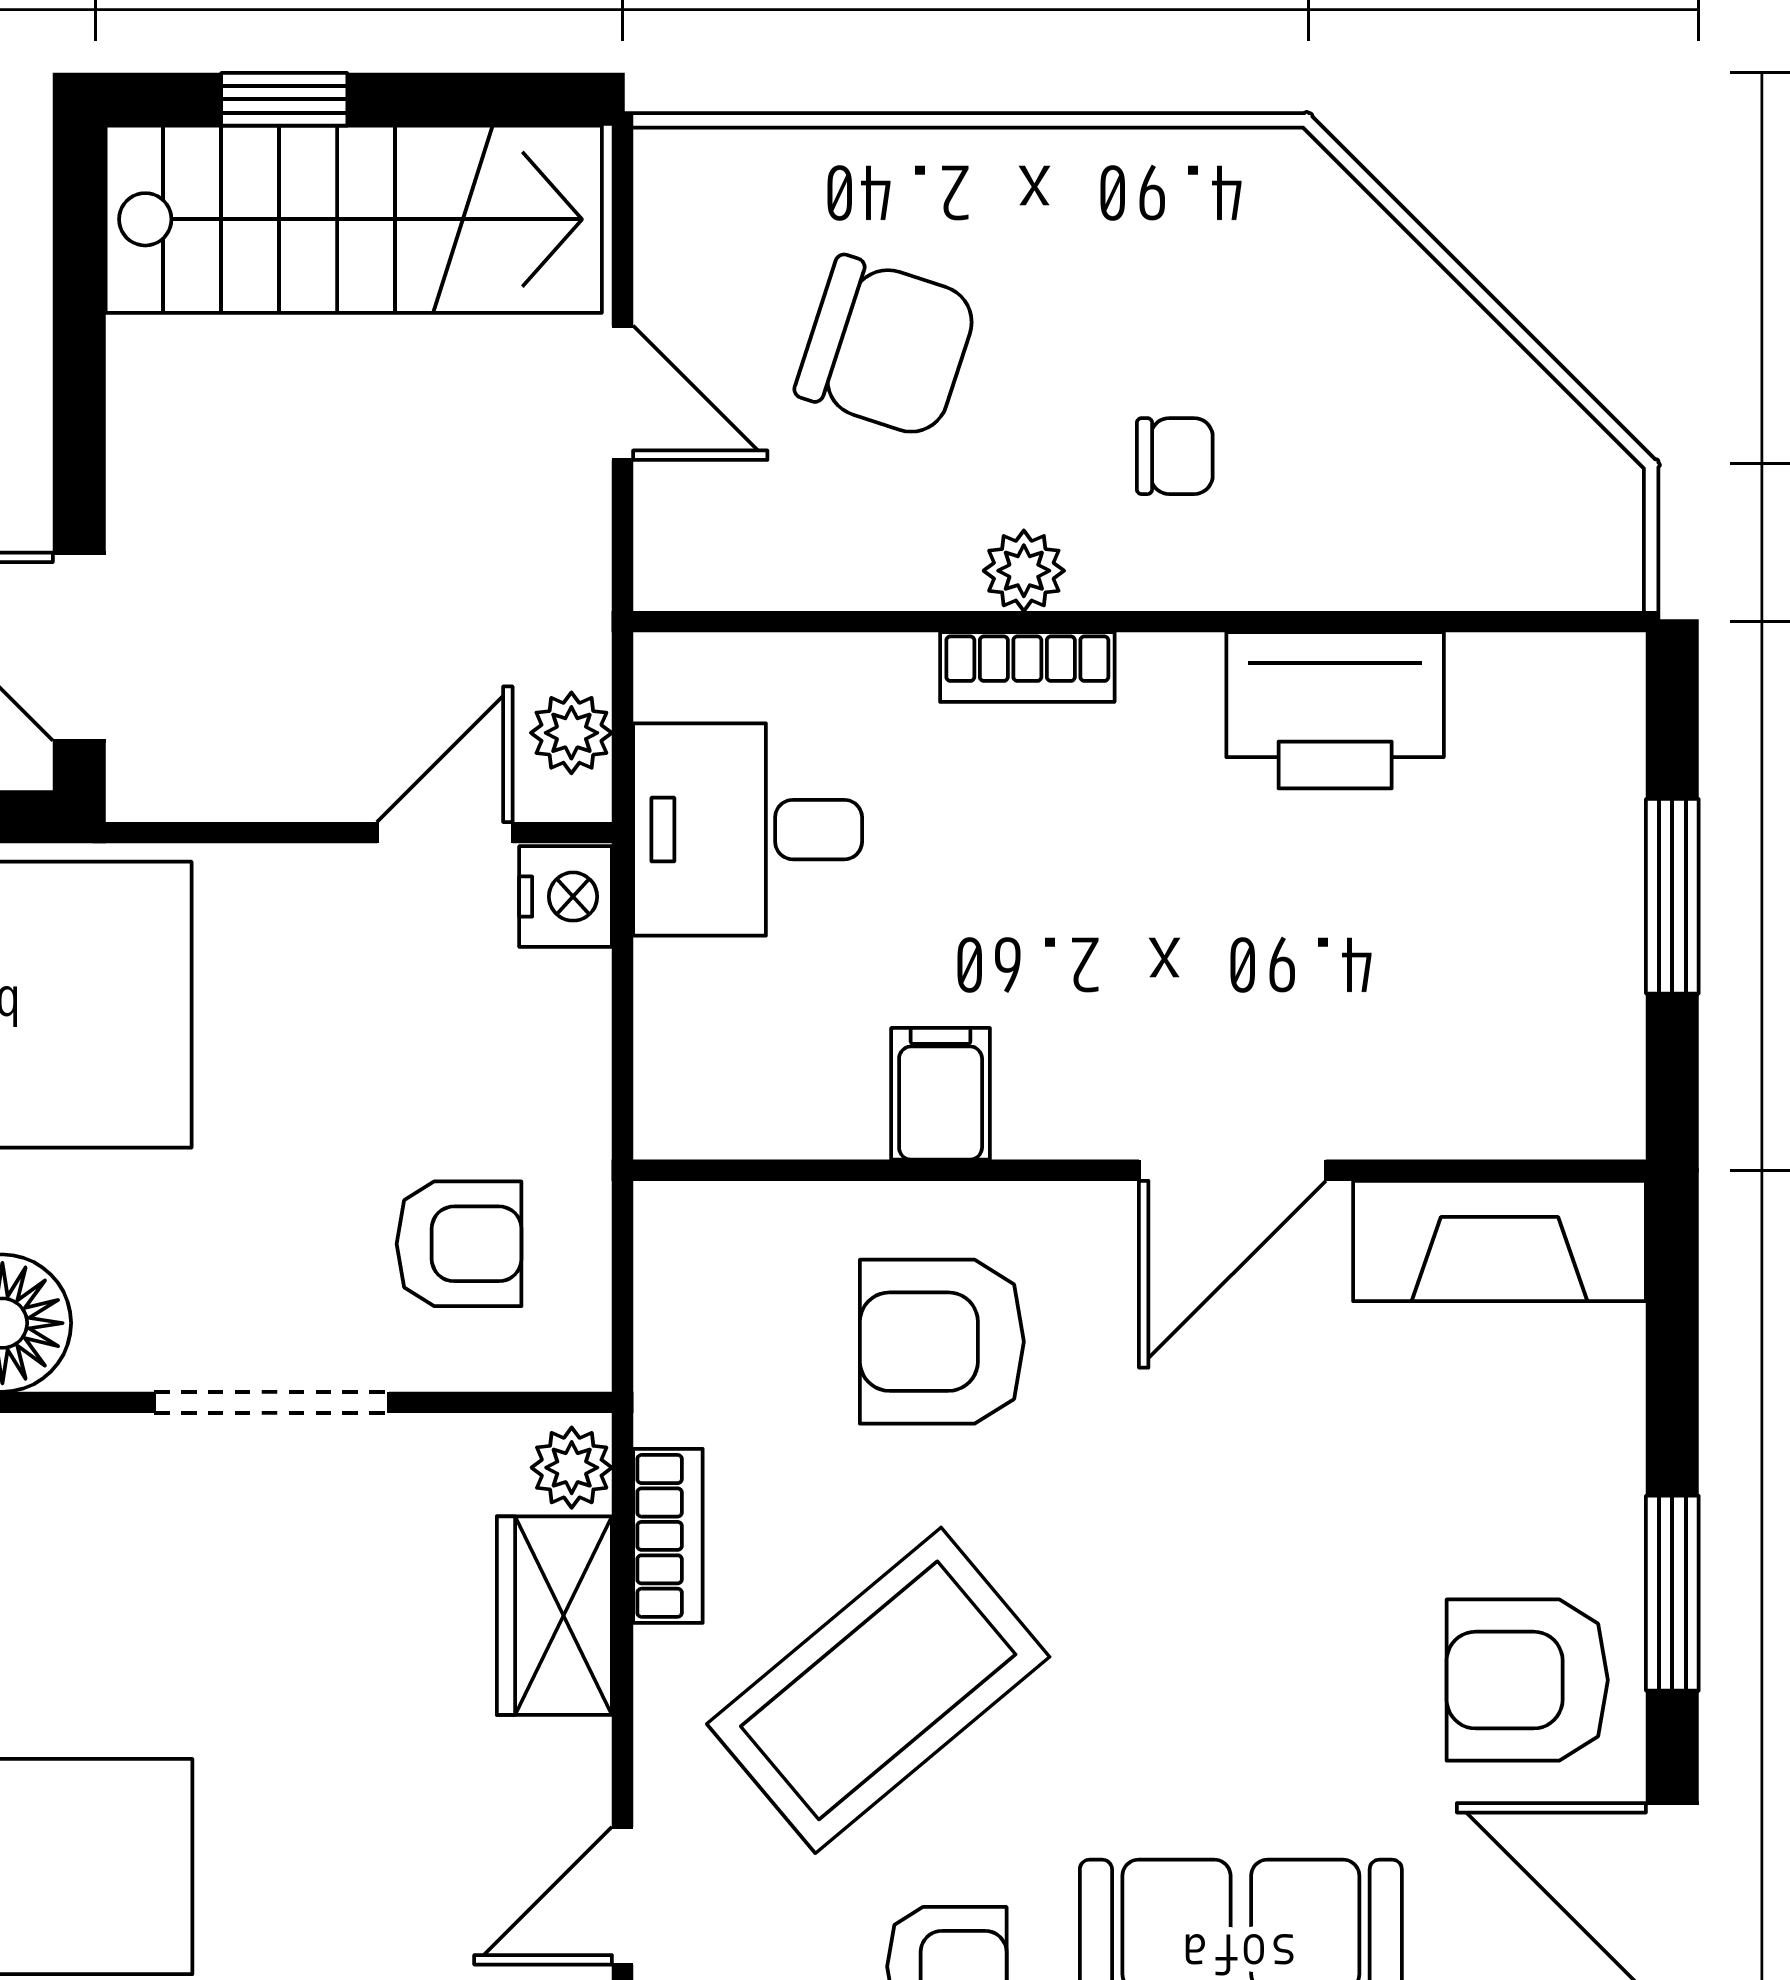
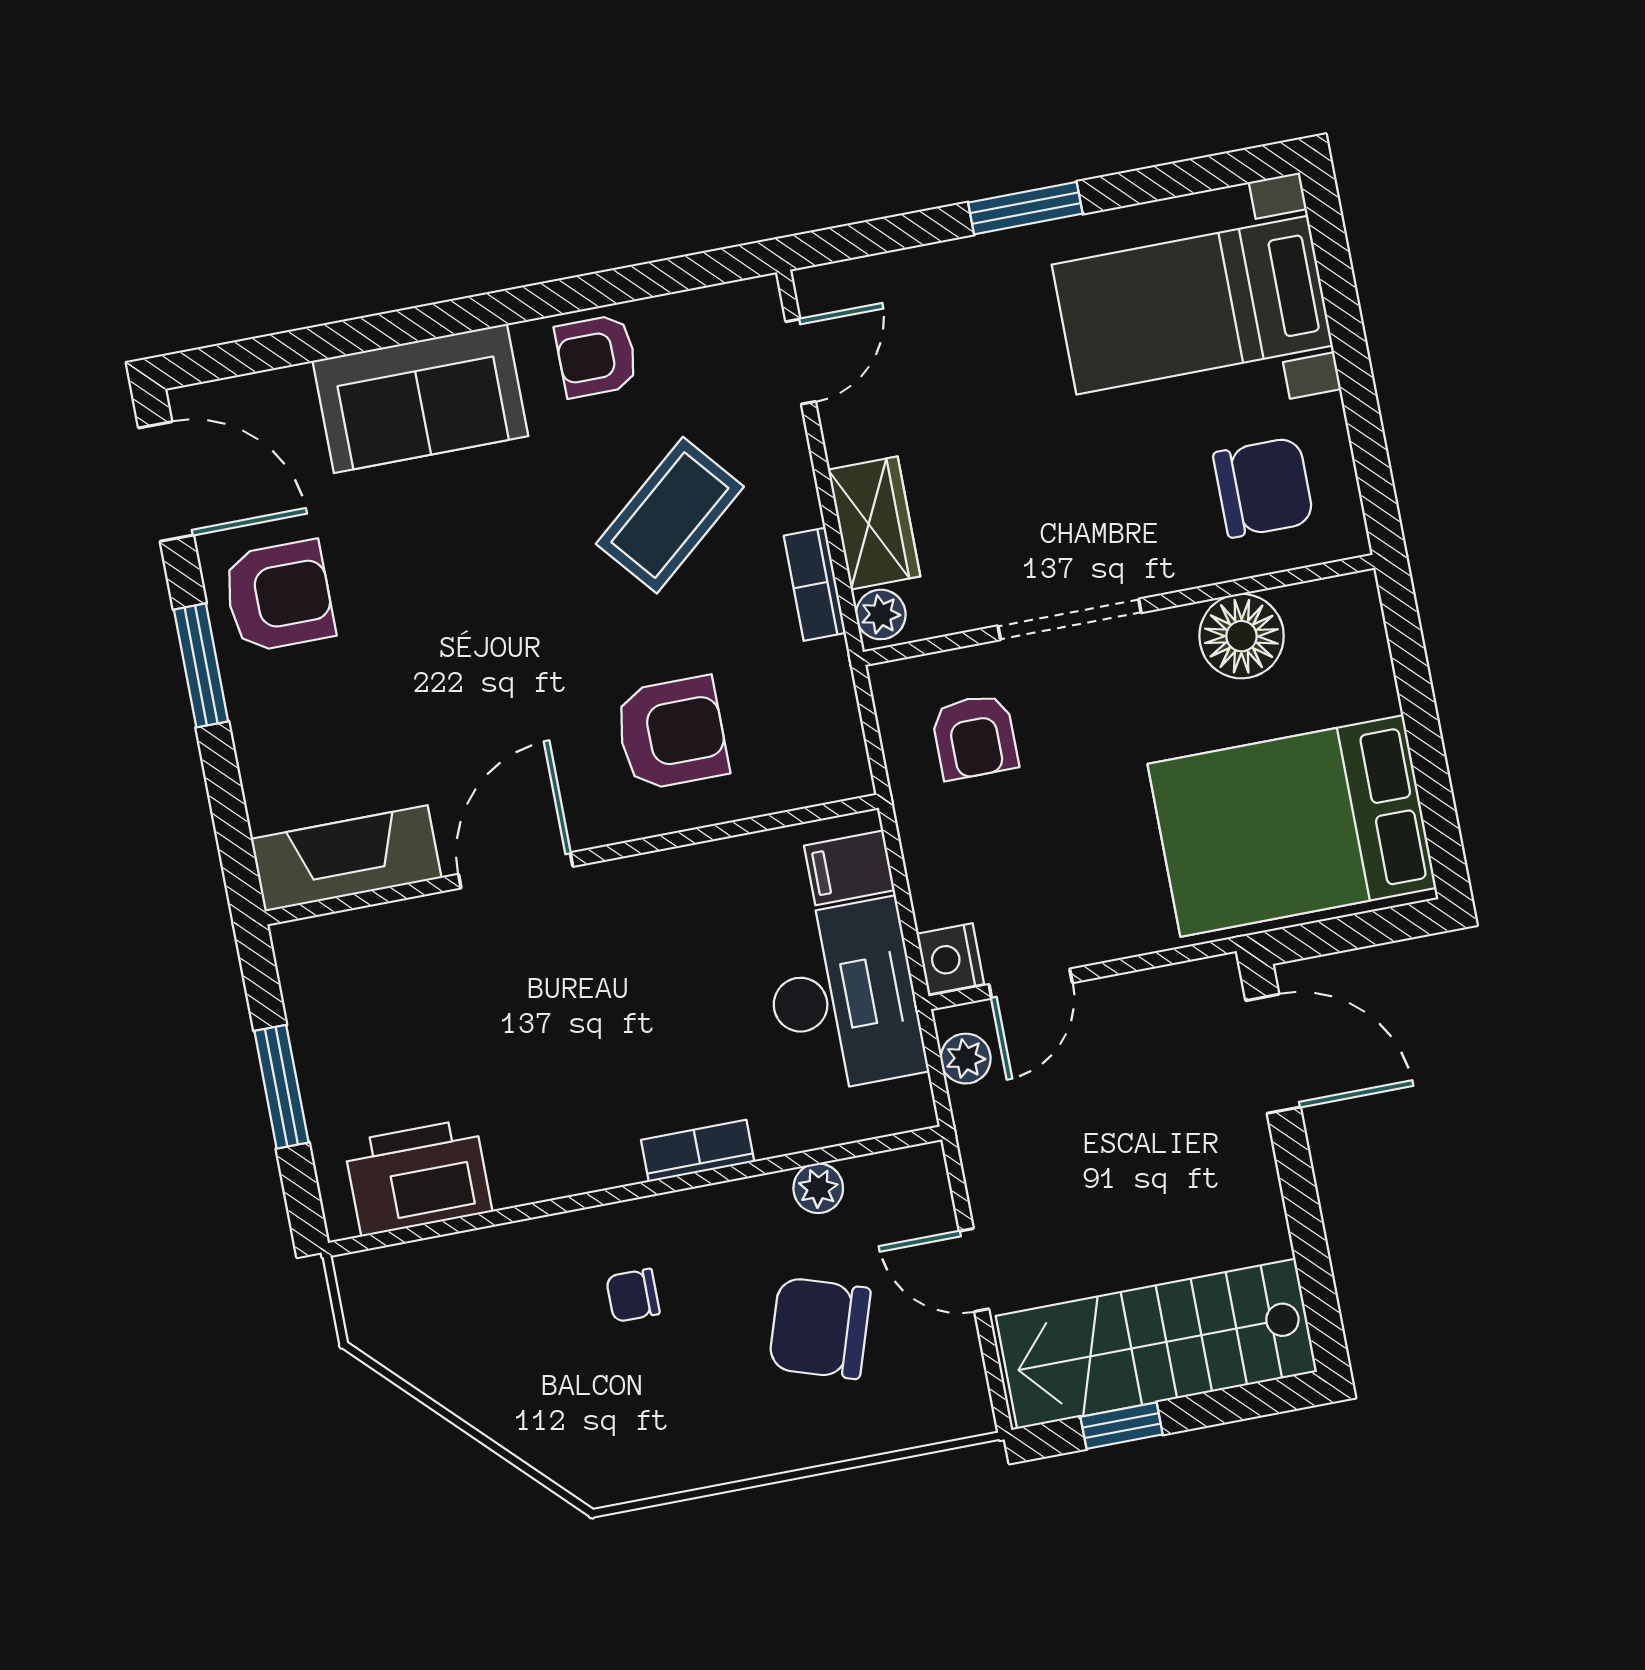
window: (284, 99) -> (1122, 1426), moved
plant: (1024, 571) -> (818, 1188), moved
printer: (1335, 710) -> (418, 1177), moved
desk: (748, 830) -> (843, 996), width x1.37
filing cabinet: (941, 1094) -> (849, 868), moved, turned 90
armchair: (459, 1244) -> (975, 737), turned -90
coffee table: (878, 1690) -> (670, 515), width x0.73, depth x0.76

